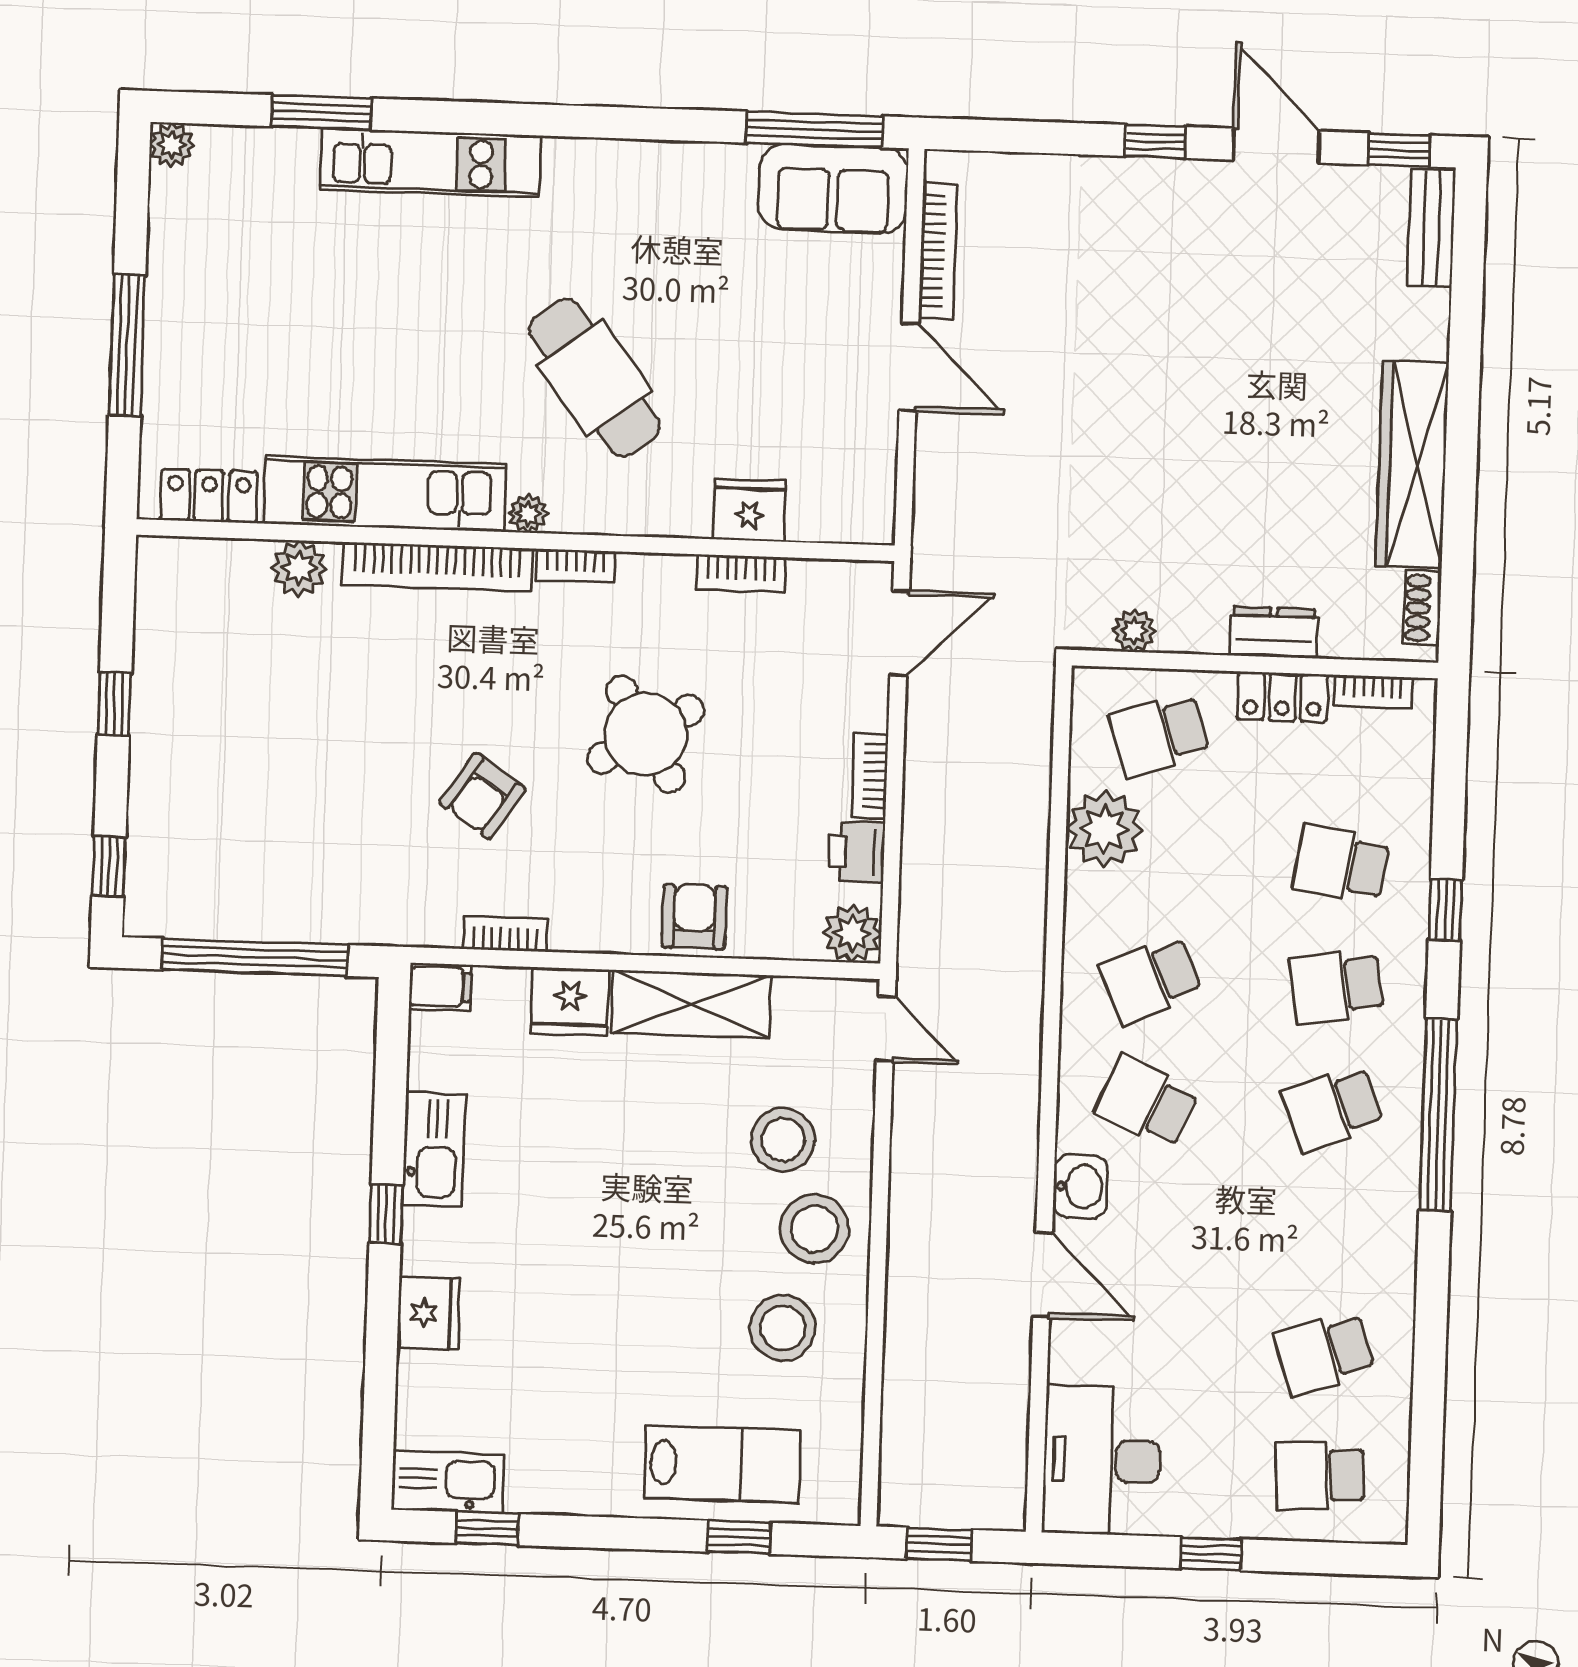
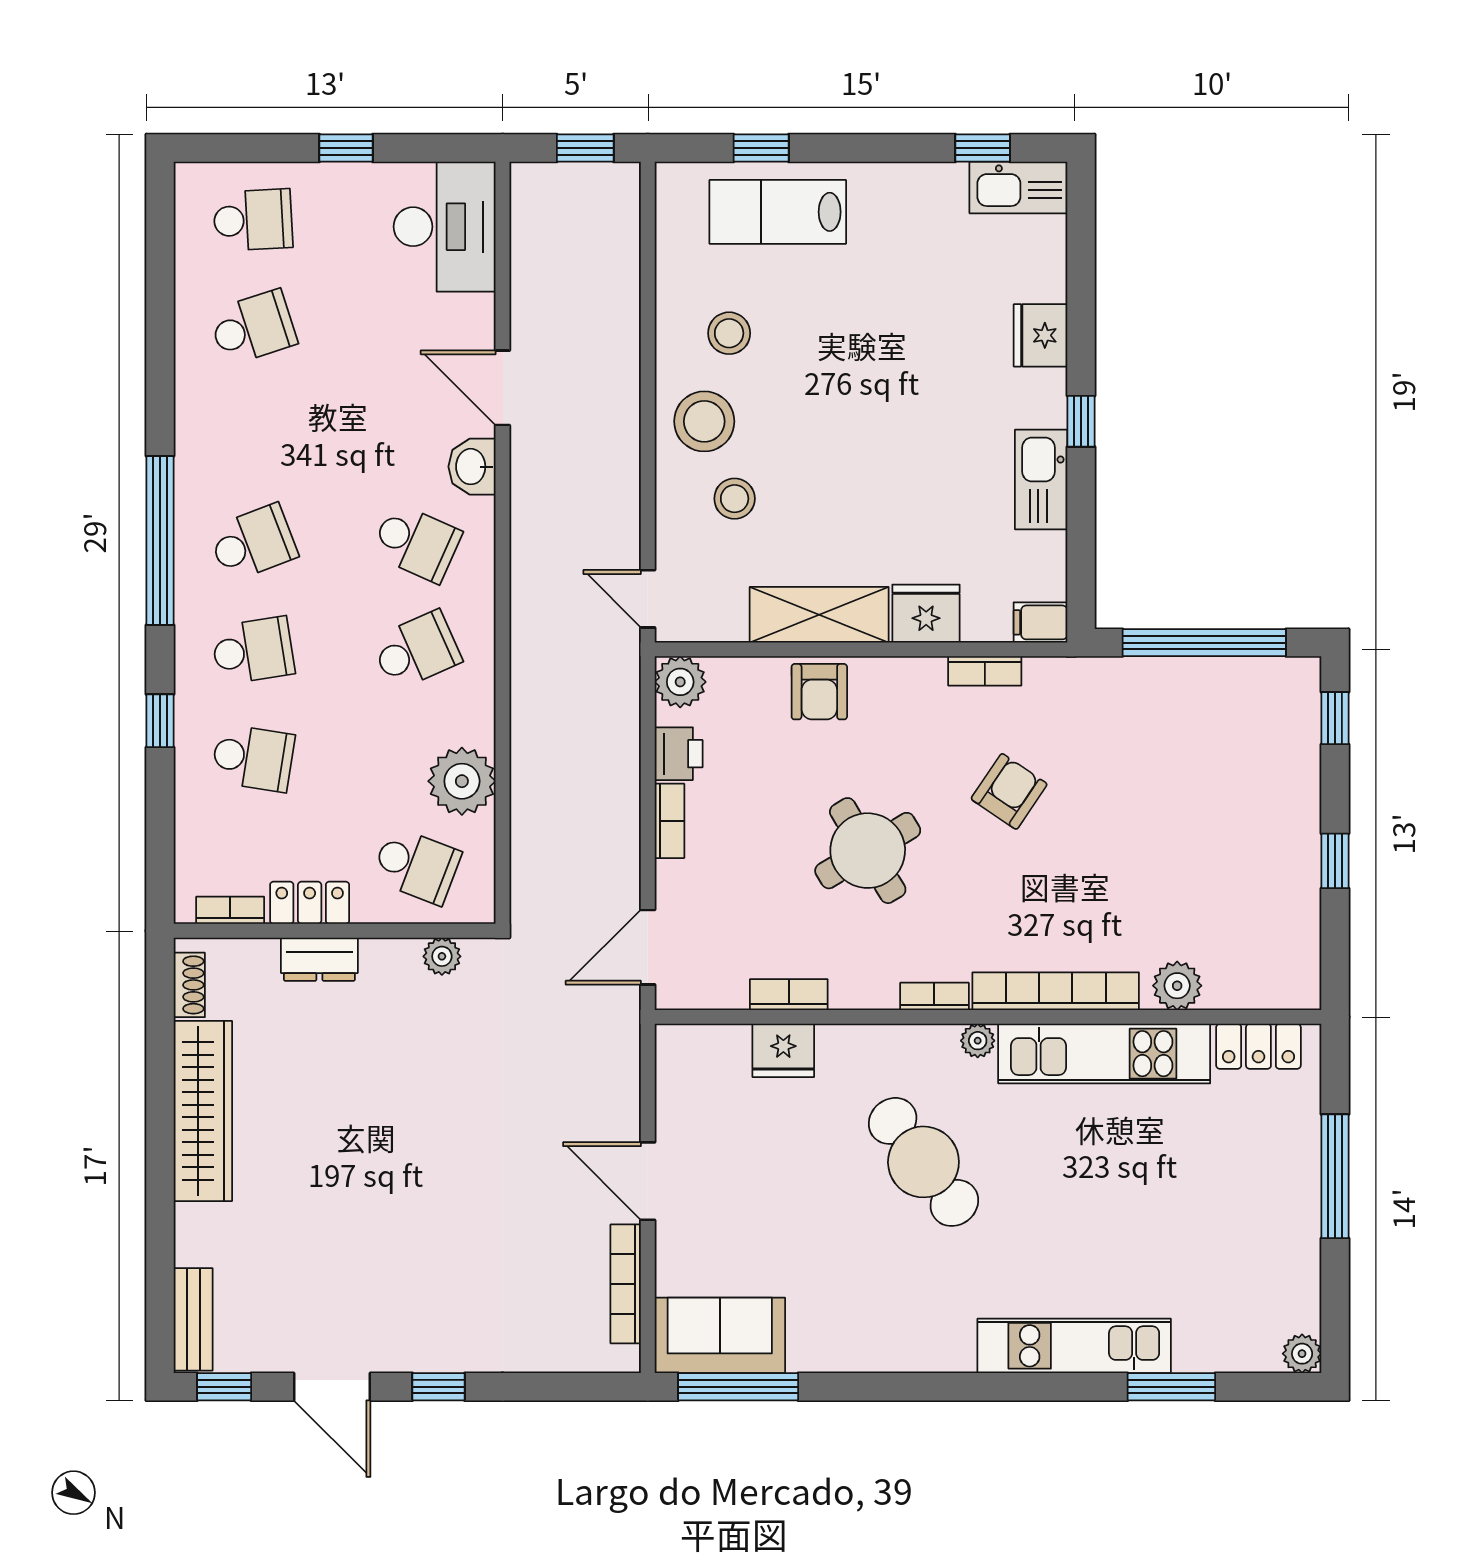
school desk: (1160, 735) -> (416, 866), turned 39
stool: (783, 1140) -> (735, 499), width x0.73, depth x0.73
stool: (783, 1328) -> (729, 333), width x0.73, depth x0.73

